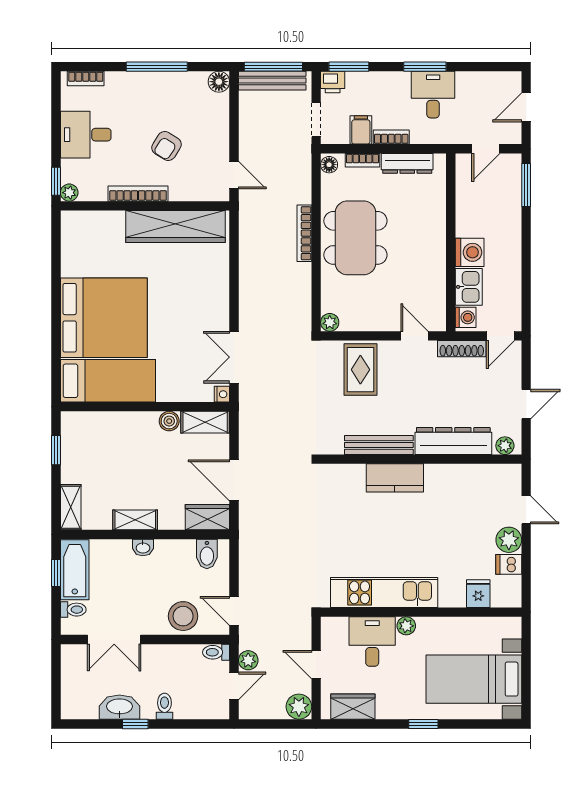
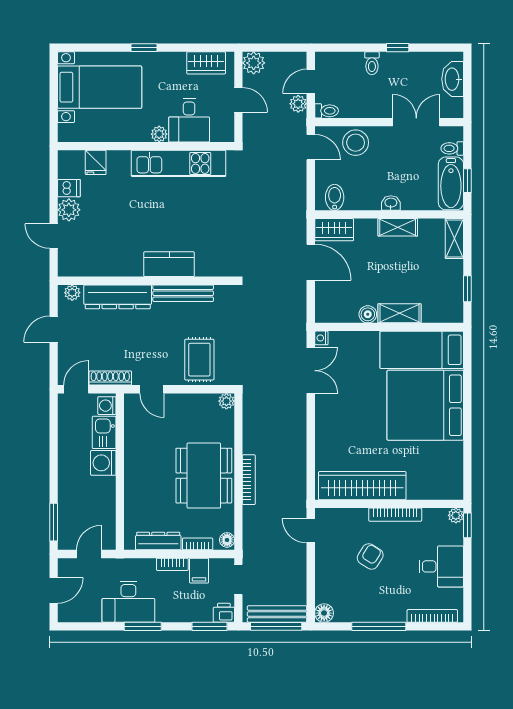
bookcase: (86, 78) -> (432, 616), width x1.56
desk: (433, 95) -> (128, 602), width x1.37
shelving: (205, 422) -> (399, 313), moved
washbasin: (119, 707) -> (453, 79), moved, turned 90

